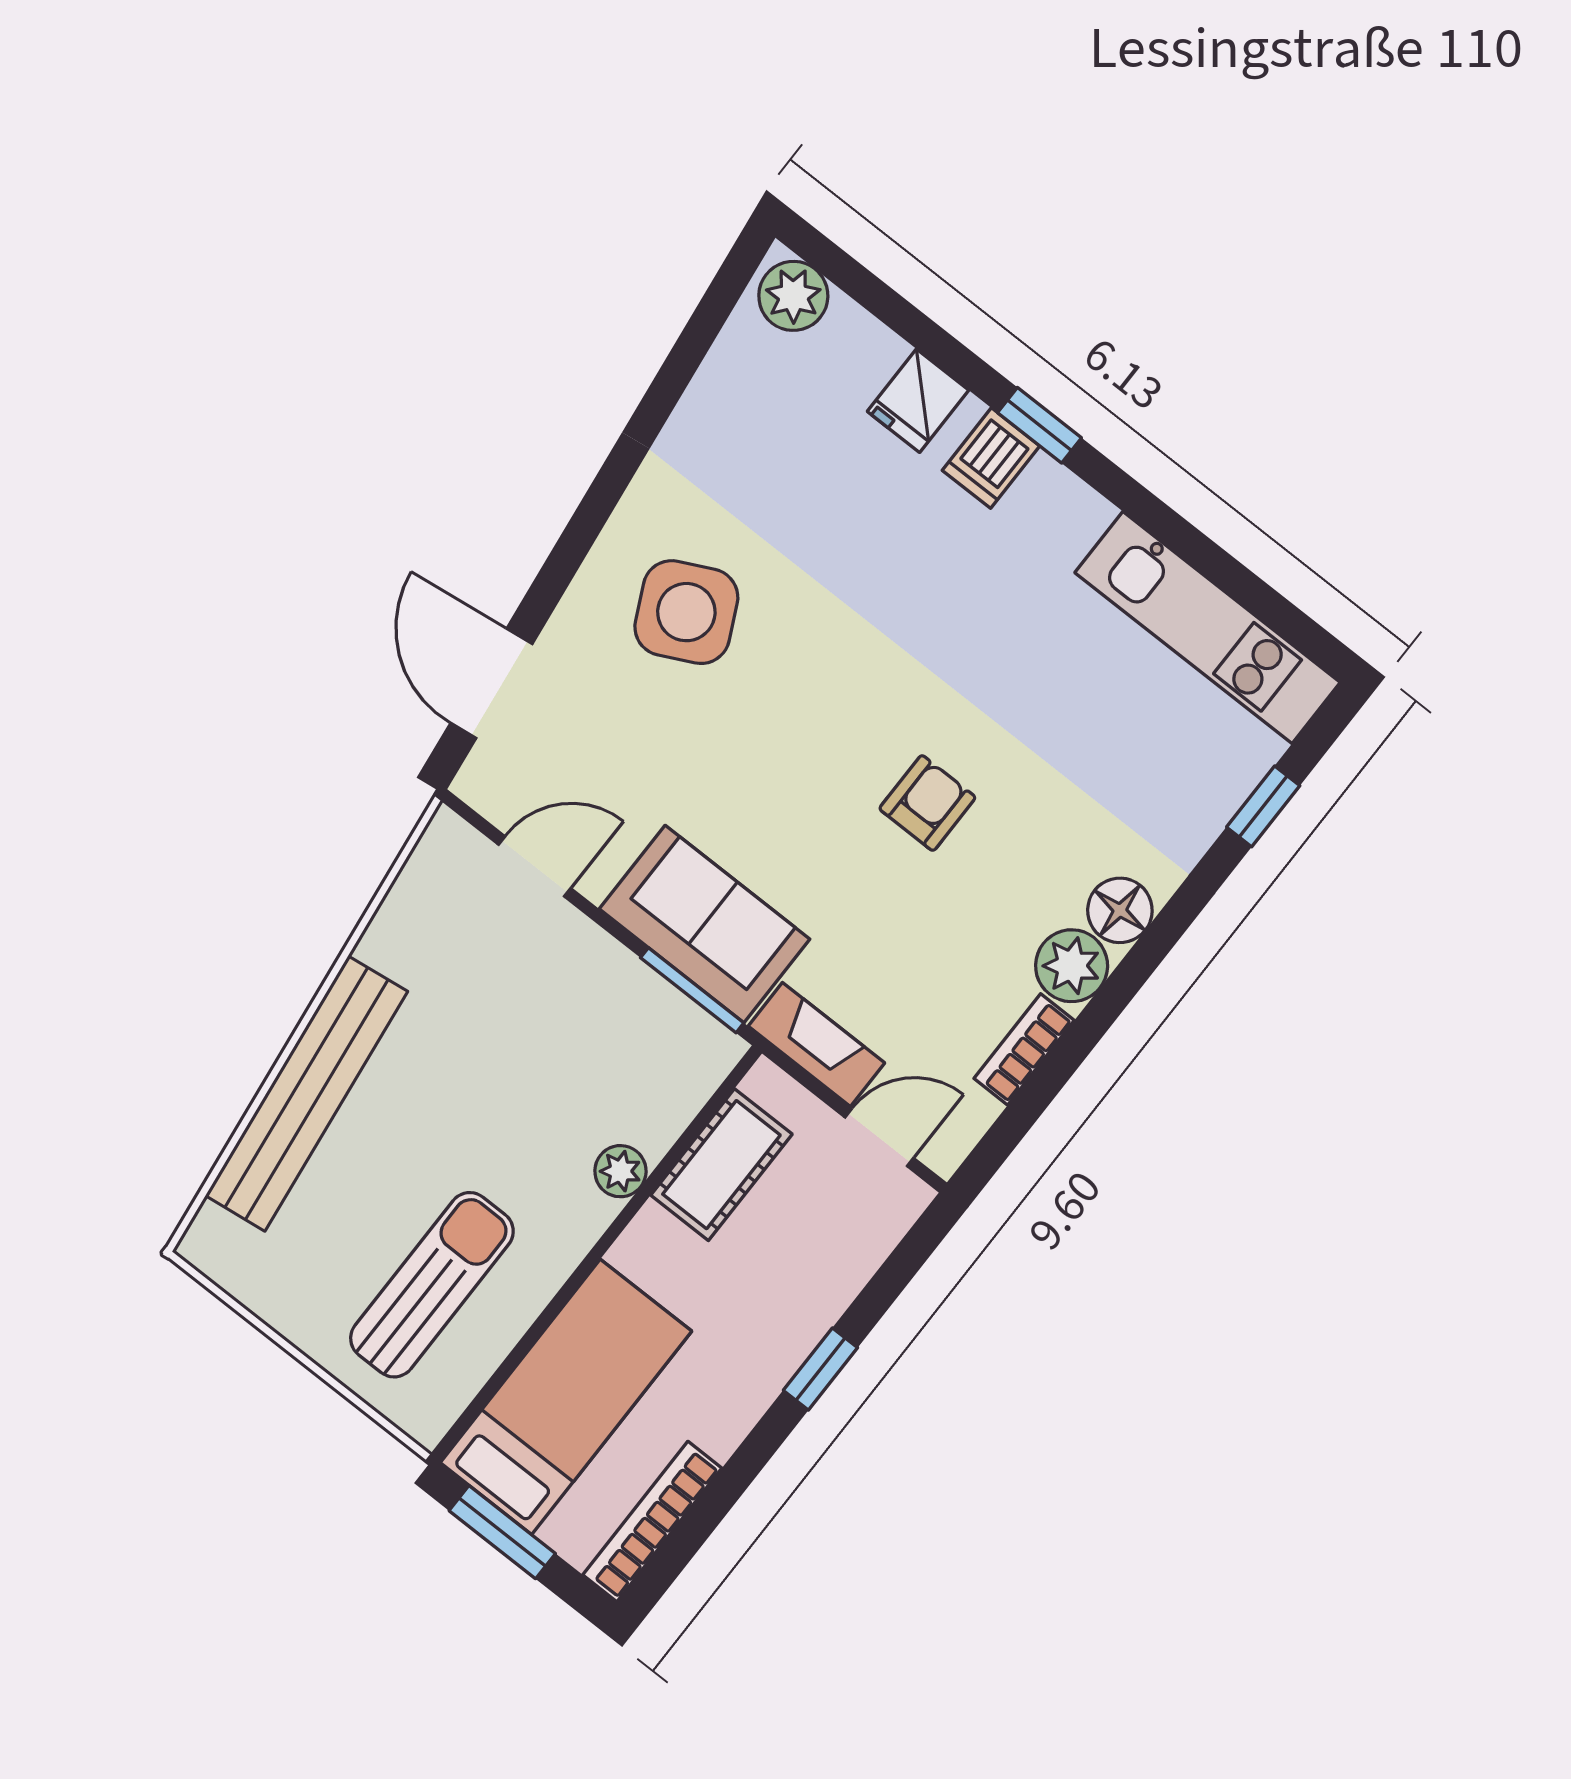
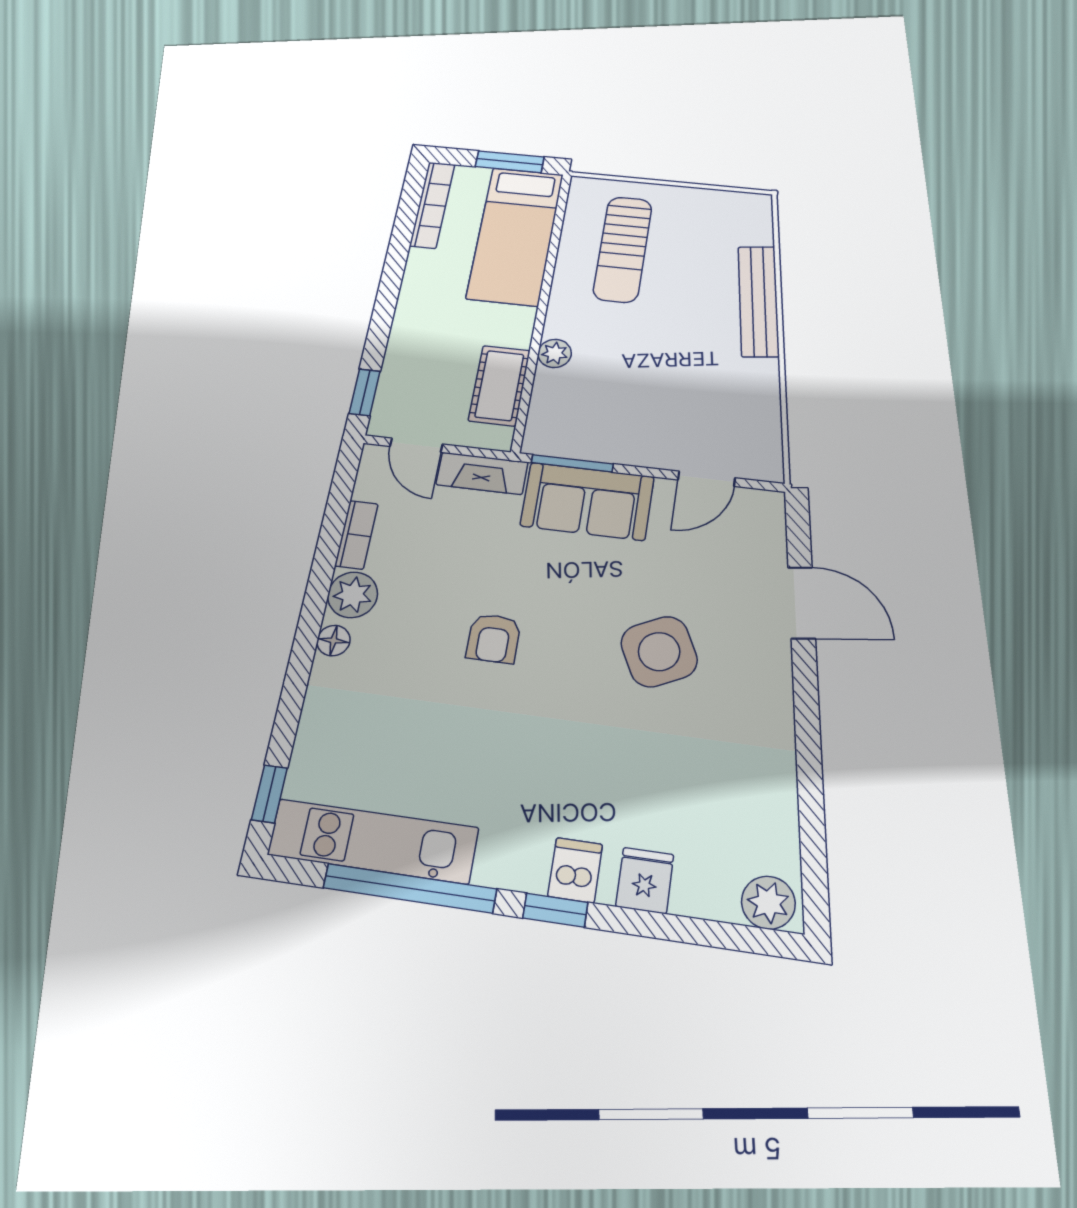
window: (1193, 546) -> (410, 888), added
side table: (686, 612) -> (659, 652), moved
door: (491, 683) -> (802, 603), moved
window: (1263, 806) -> (269, 794), moved
floor lamp: (1120, 910) -> (333, 641), width x0.73, depth x0.73
bench: (307, 1094) -> (758, 301), width x0.73, depth x0.82
door: (879, 1138) -> (416, 445), hinge flipped
window: (820, 1369) -> (365, 392), moved

